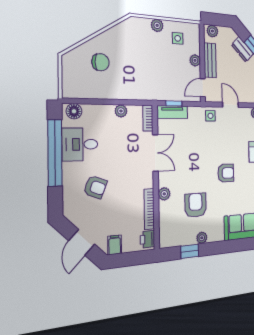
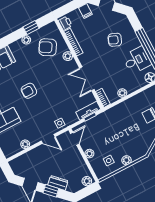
bench: (210, 60) -> (79, 160), removed
armchair: (196, 205) -> (48, 47), moved, turned 121

